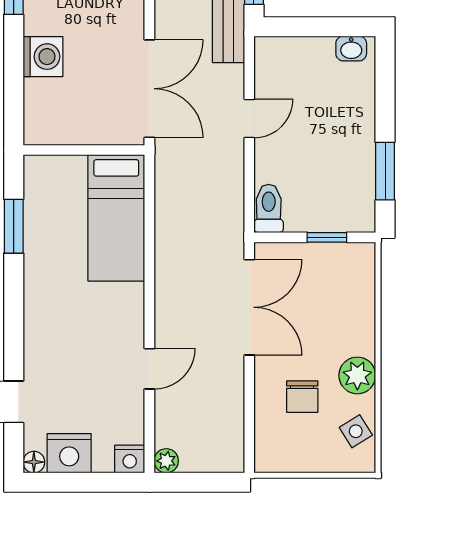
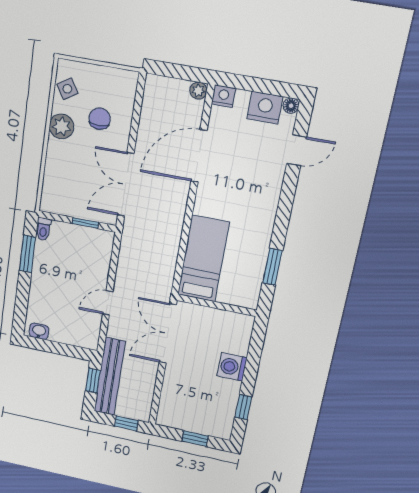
toilet: (269, 208) -> (43, 229), moved, width x0.73, depth x0.72
window: (327, 237) -> (85, 223), moved
door: (149, 369) -> (199, 156), width x1.87

